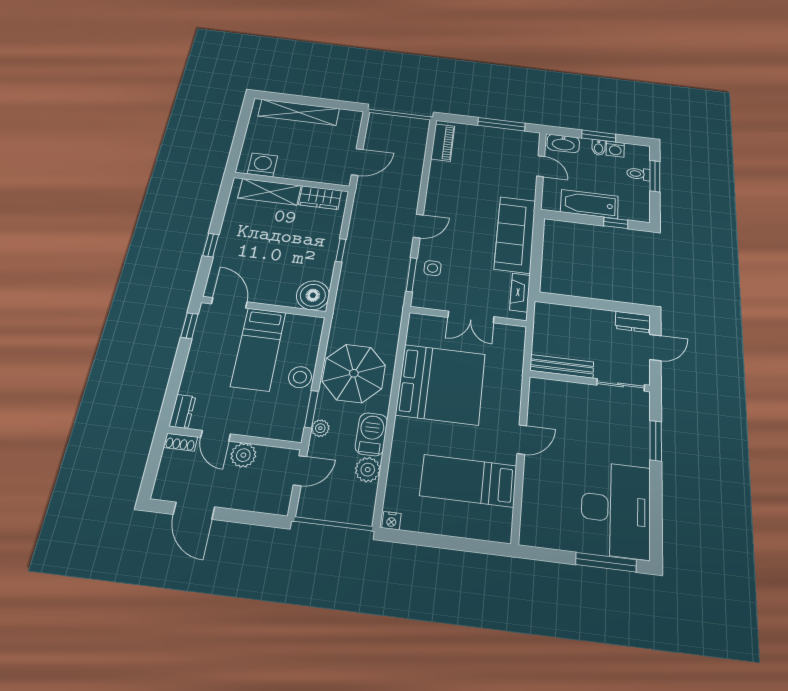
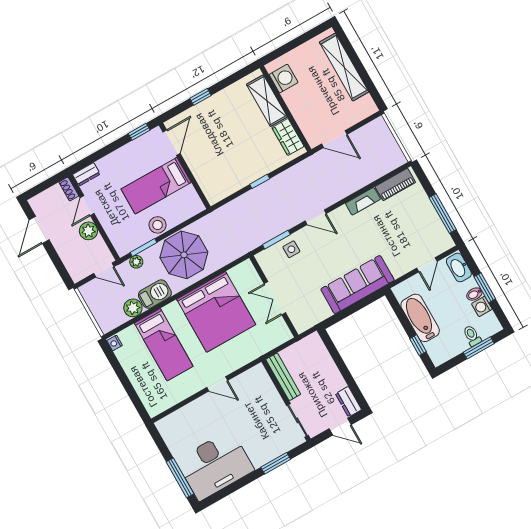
fireplace: (520, 293) -> (363, 201), moved, turned 180
boiler: (313, 295) -> (215, 189), removed
bed: (469, 481) -> (164, 345), moved, turned 180

